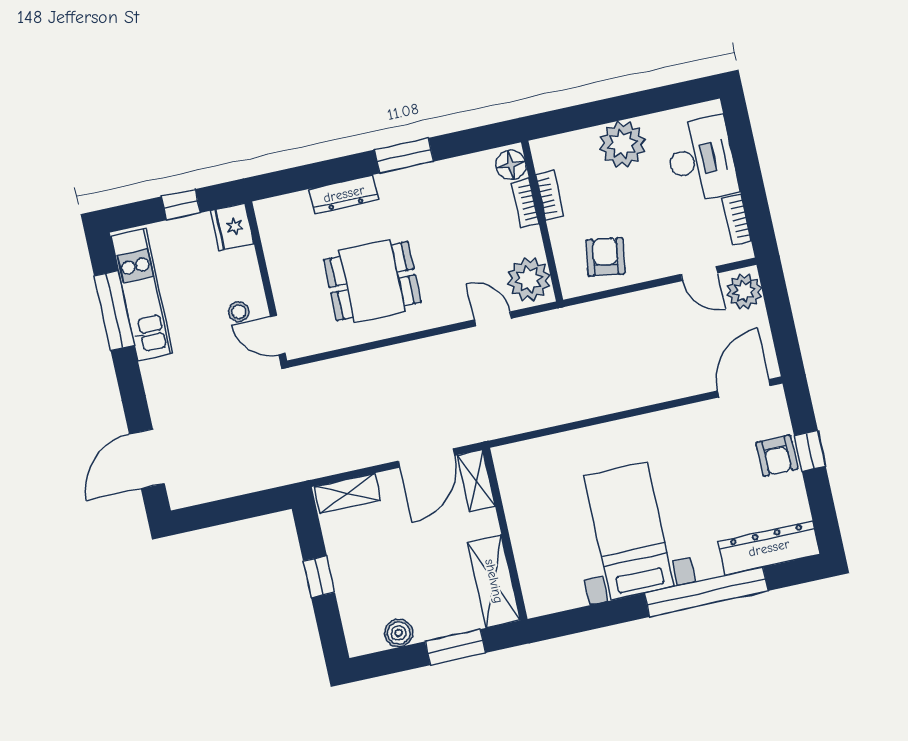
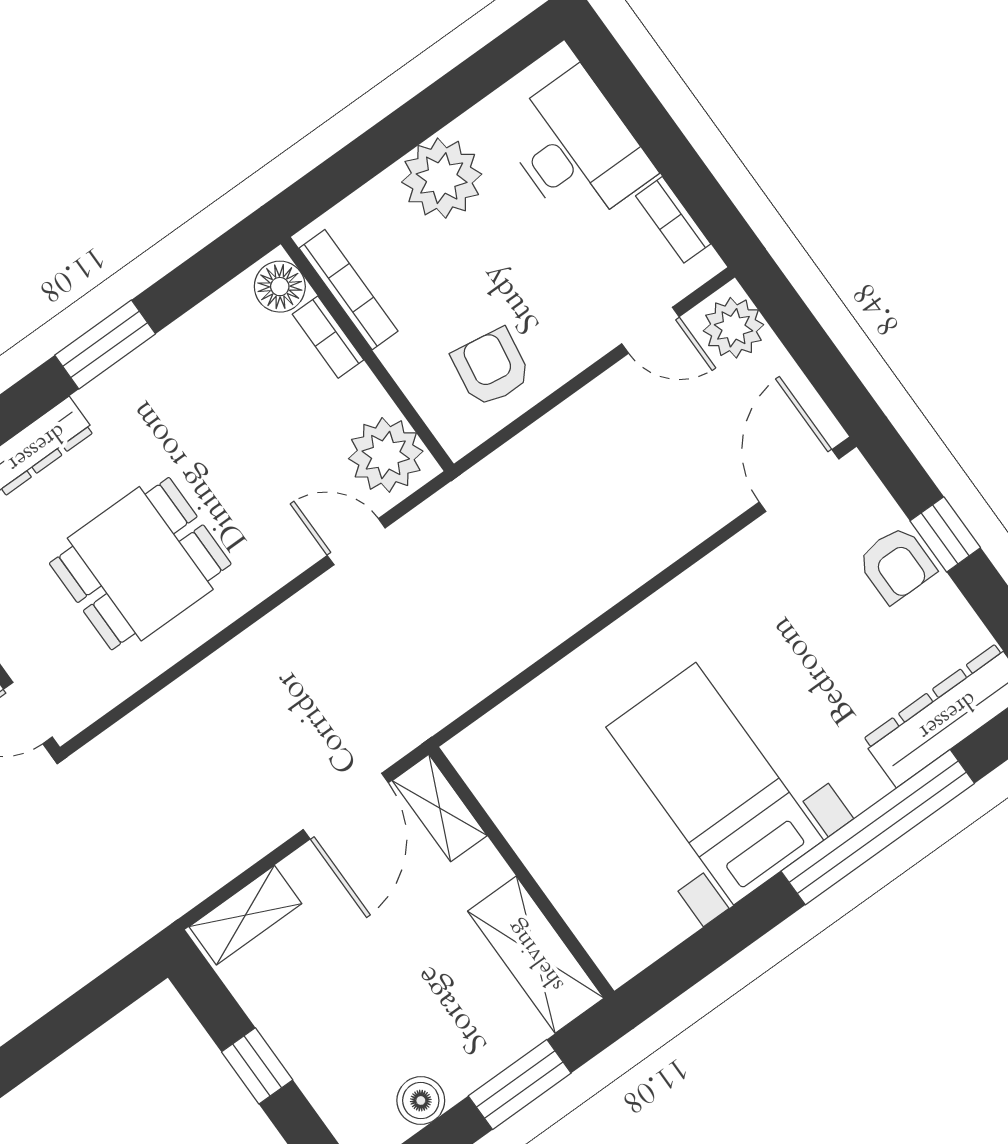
bookcase: (550, 195) -> (348, 290), width x1.56

